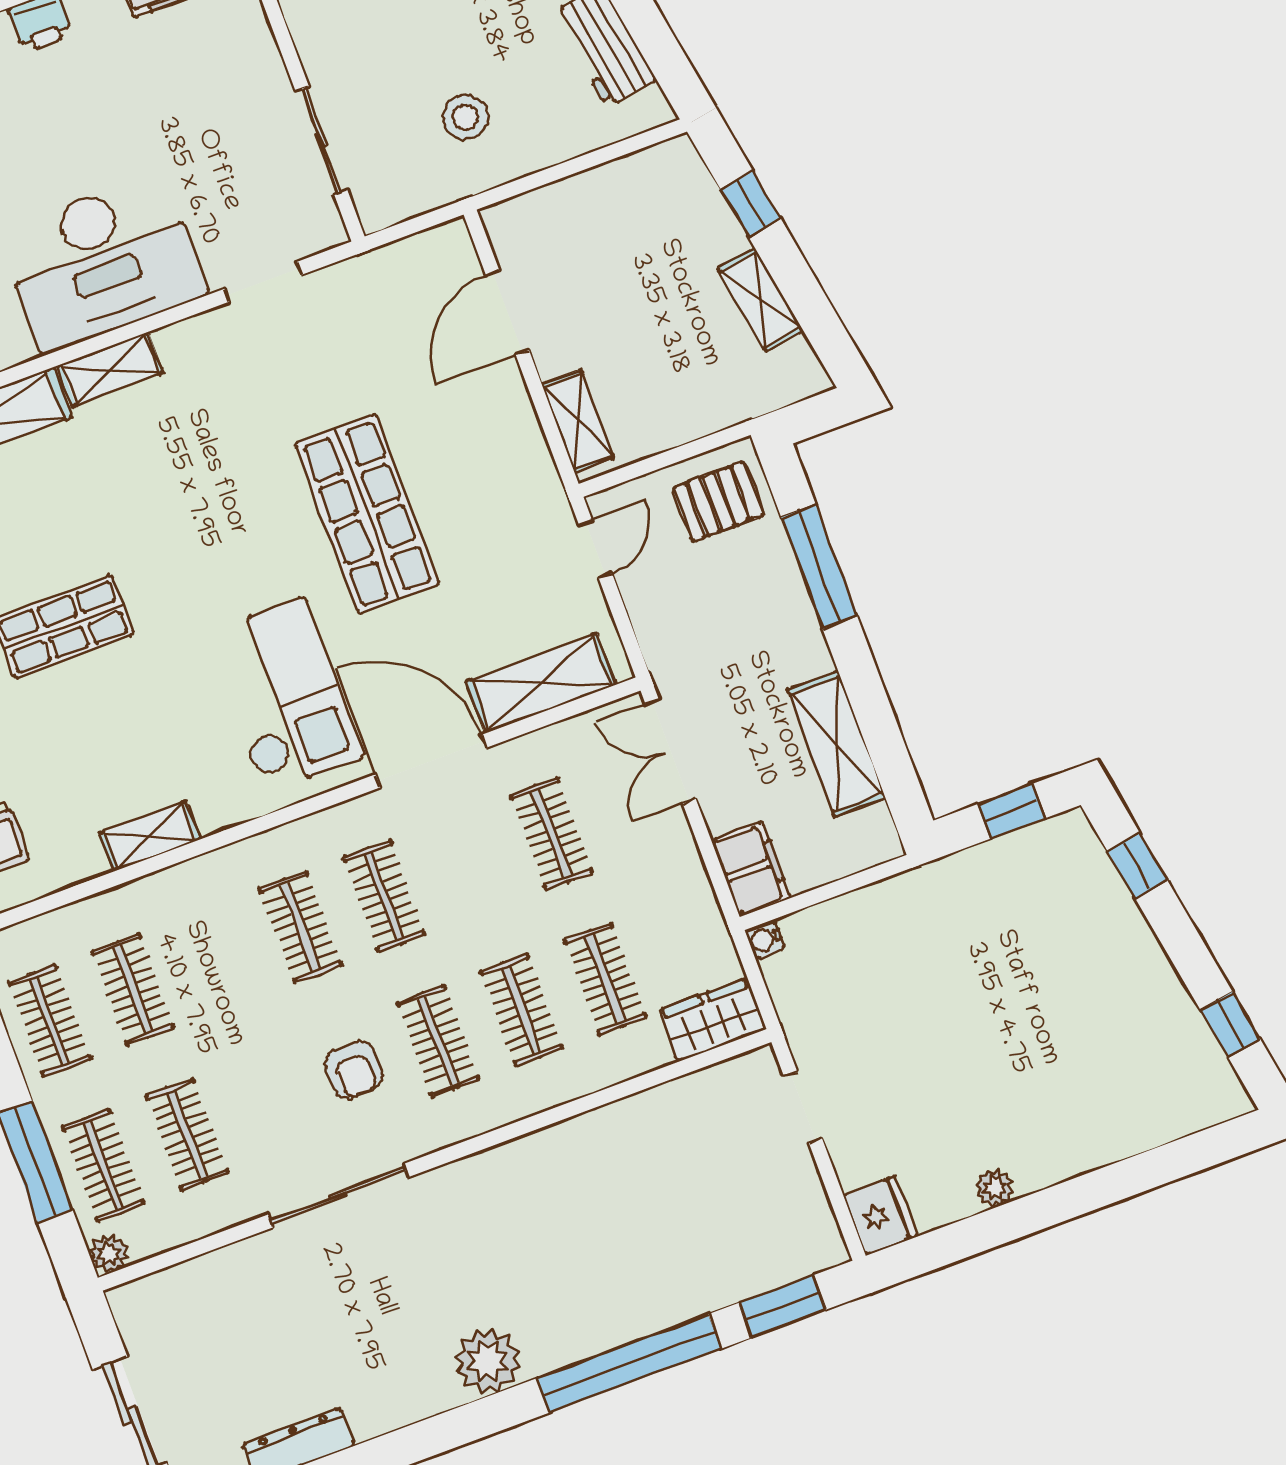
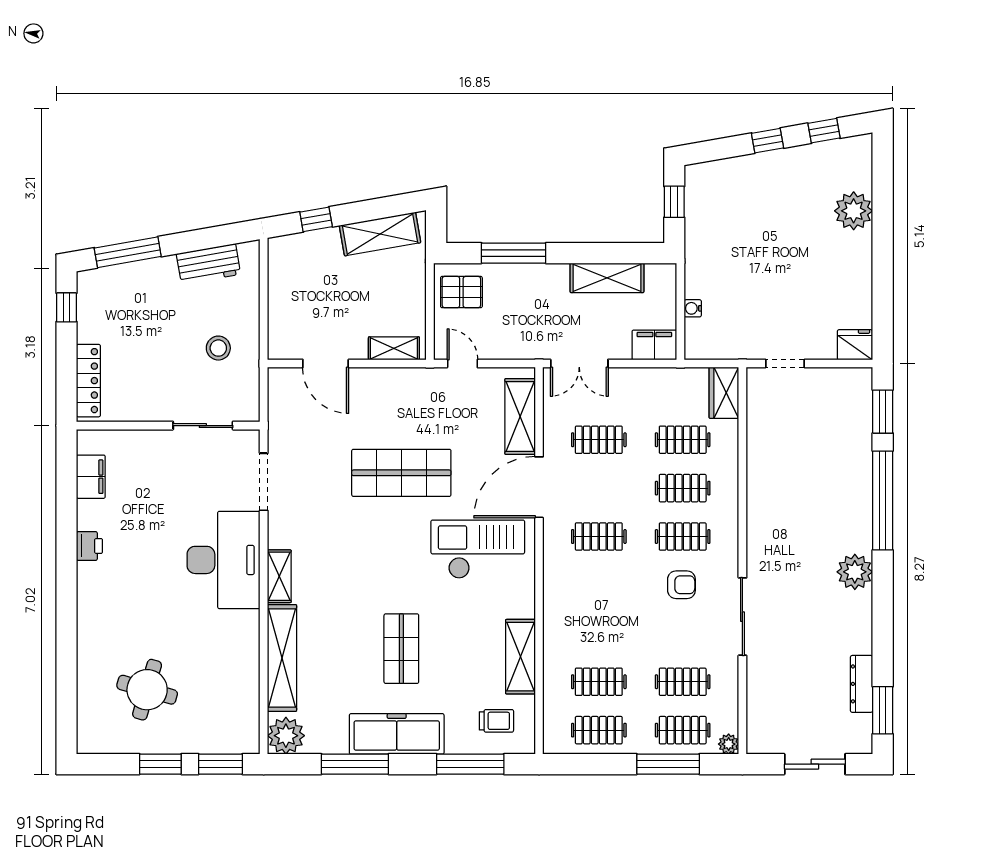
doorway: (263, 282) -> (264, 482), width x1.38
shelving: (760, 299) -> (380, 234), width x1.50, depth x1.33
pallet: (718, 501) -> (461, 292), turned 90
shelving: (150, 836) -> (520, 657), width x1.50, depth x1.33
window: (1138, 866) -> (768, 141), moved
clothes rail: (300, 927) -> (599, 585), removed
water cooler: (765, 939) -> (693, 308), moved, turned 90
plant: (995, 1188) -> (854, 211), moved, width x1.88, depth x1.88

